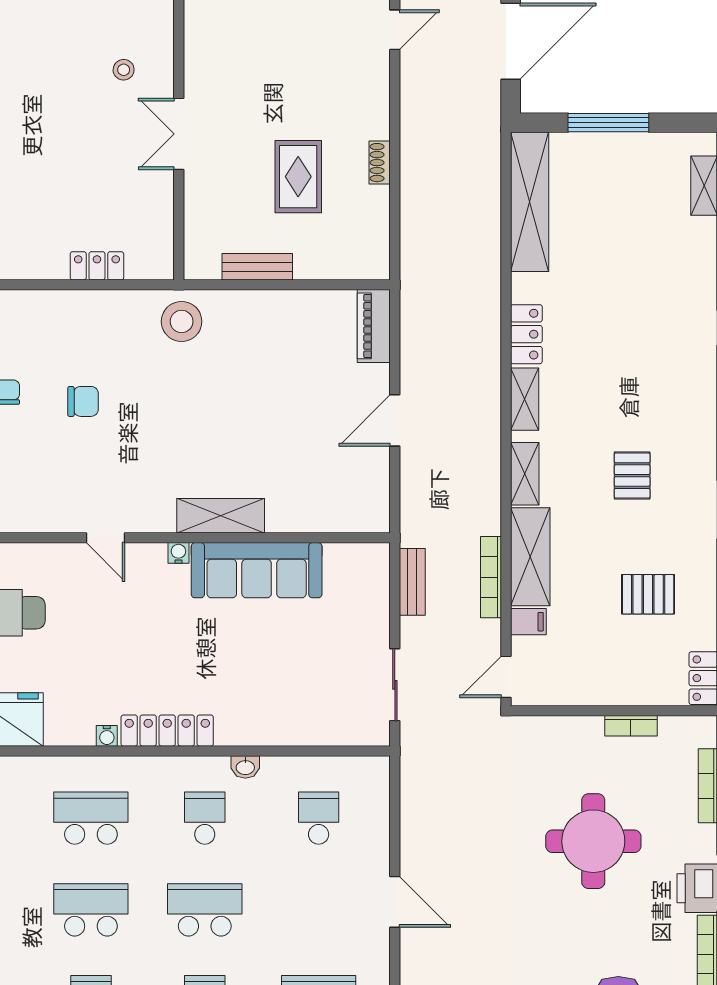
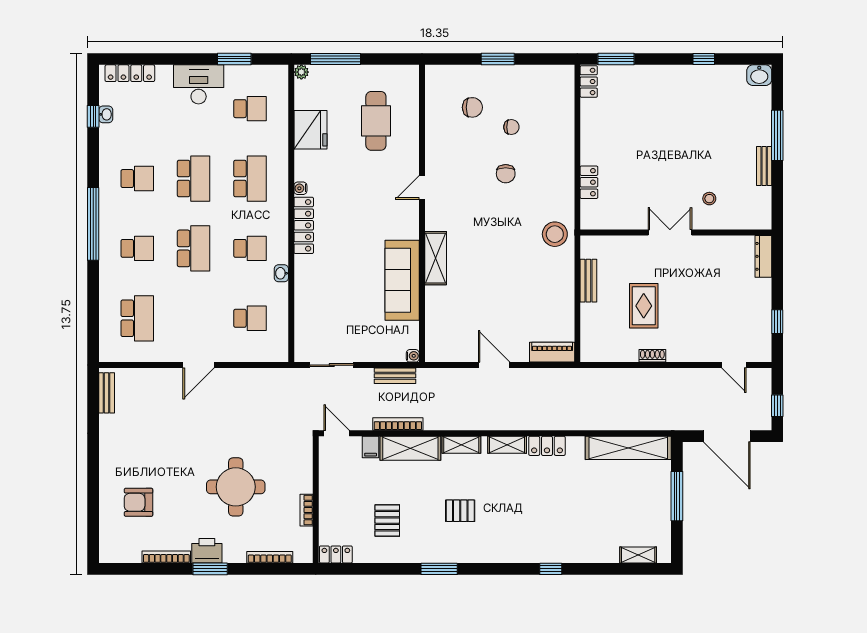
rug: (298, 177) -> (644, 306), turned 90
water cooler: (178, 553) -> (413, 356), moved

